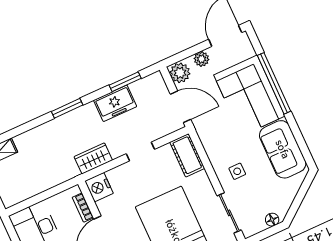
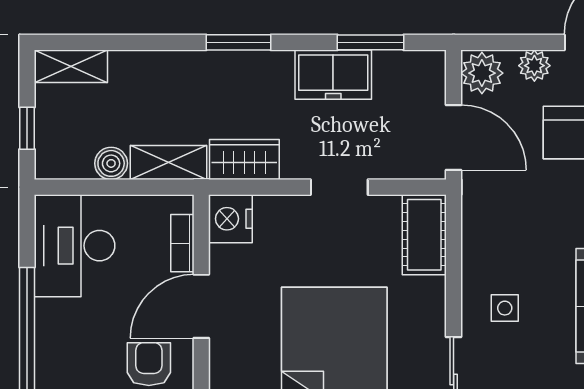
shelving: (61, 175) -> (168, 162), added
boiler: (36, 187) -> (111, 163), added

